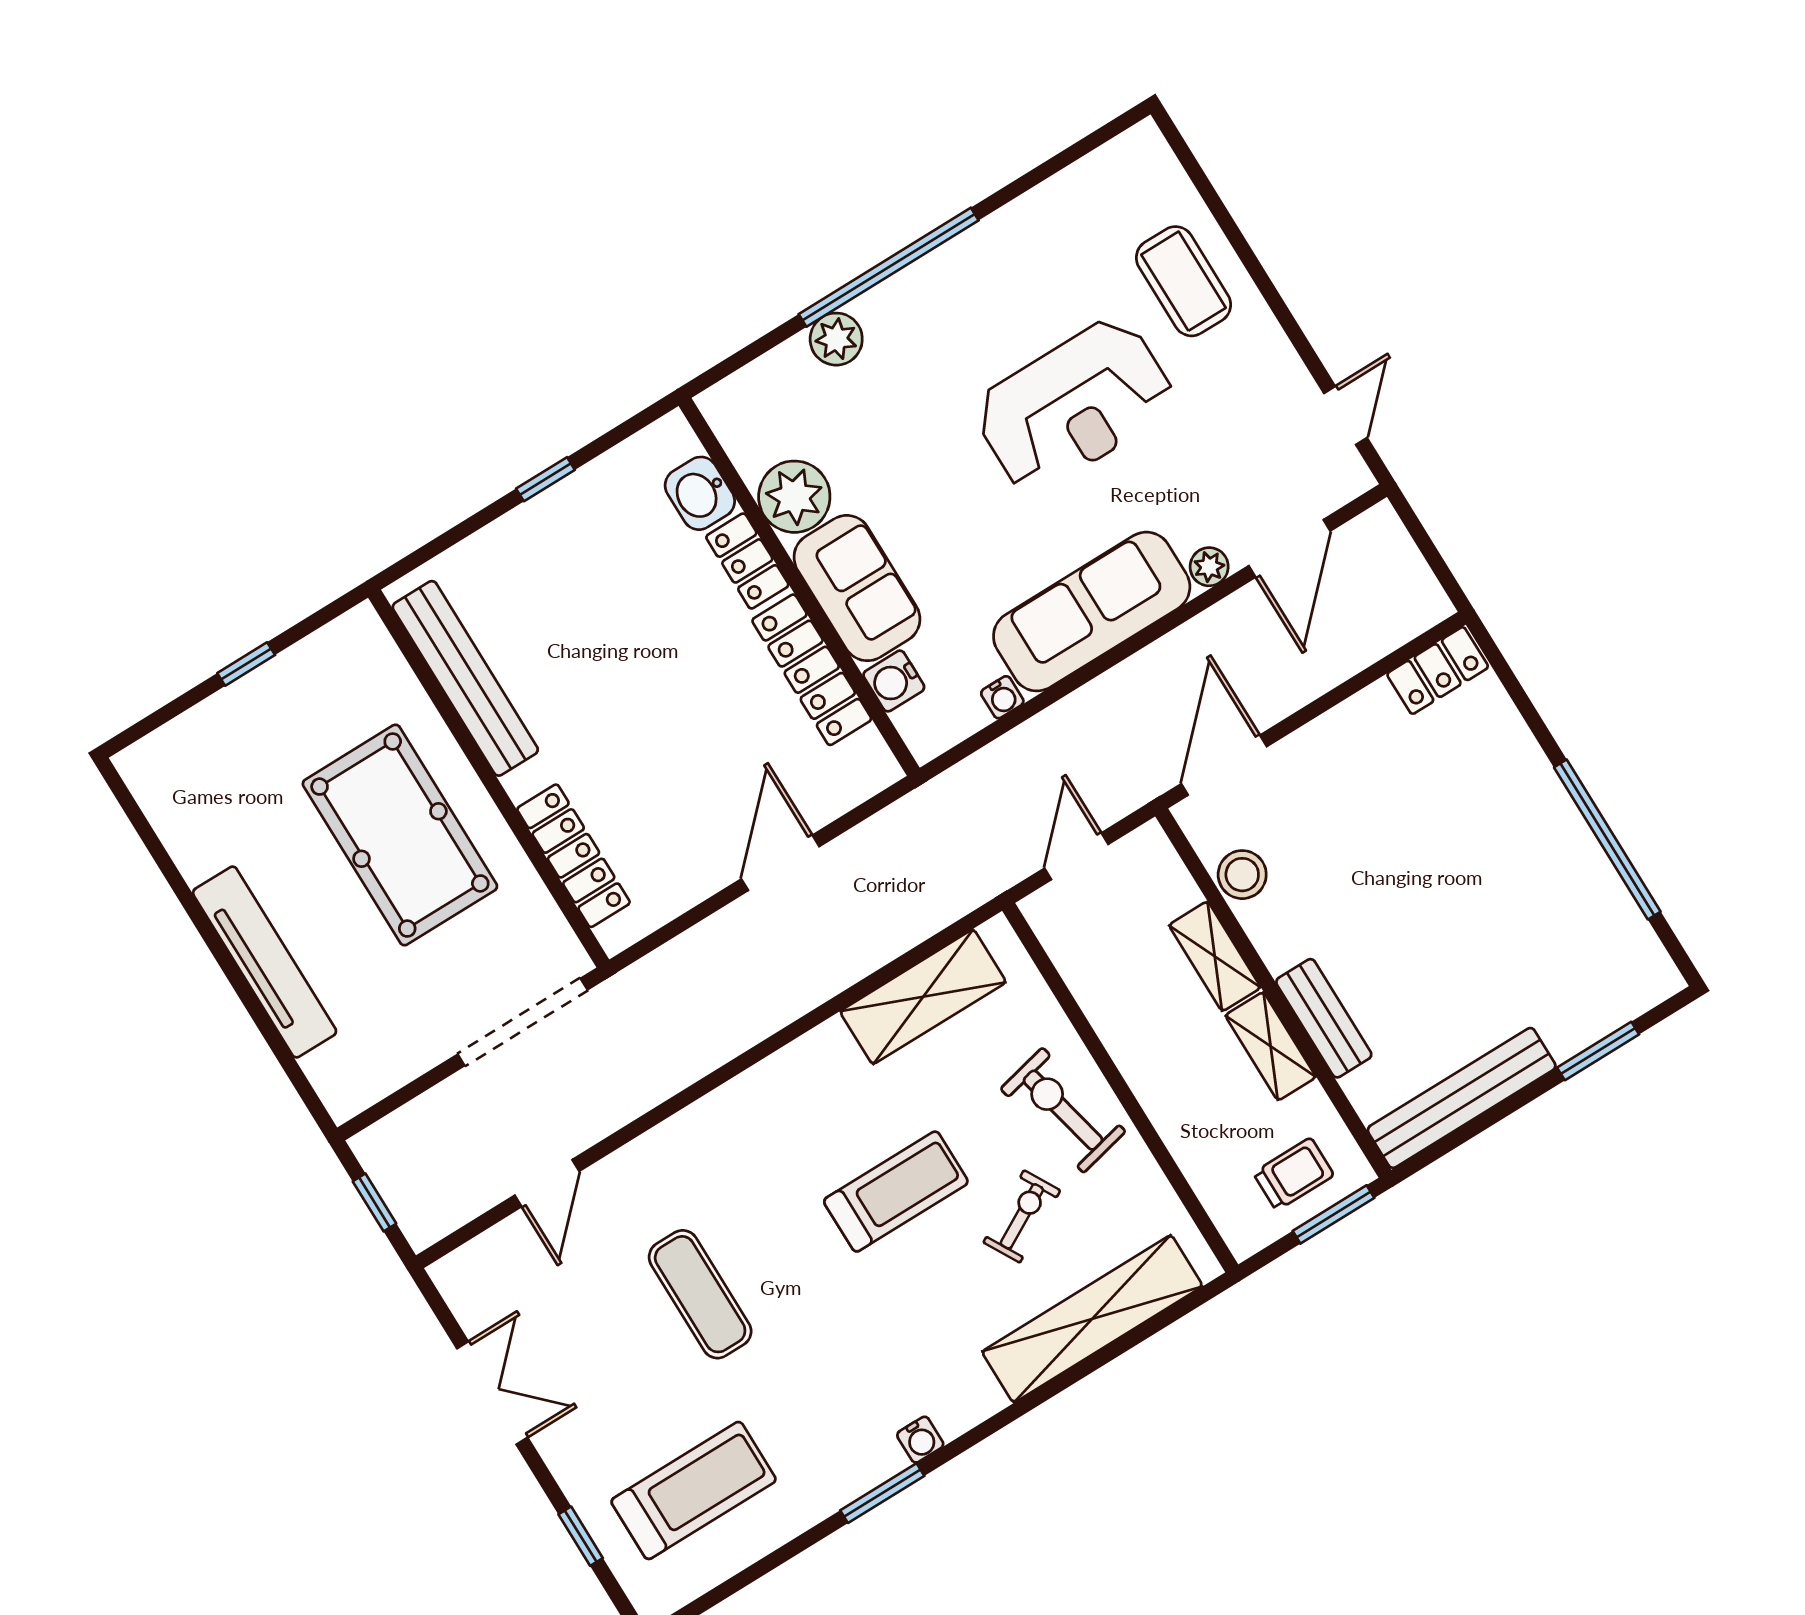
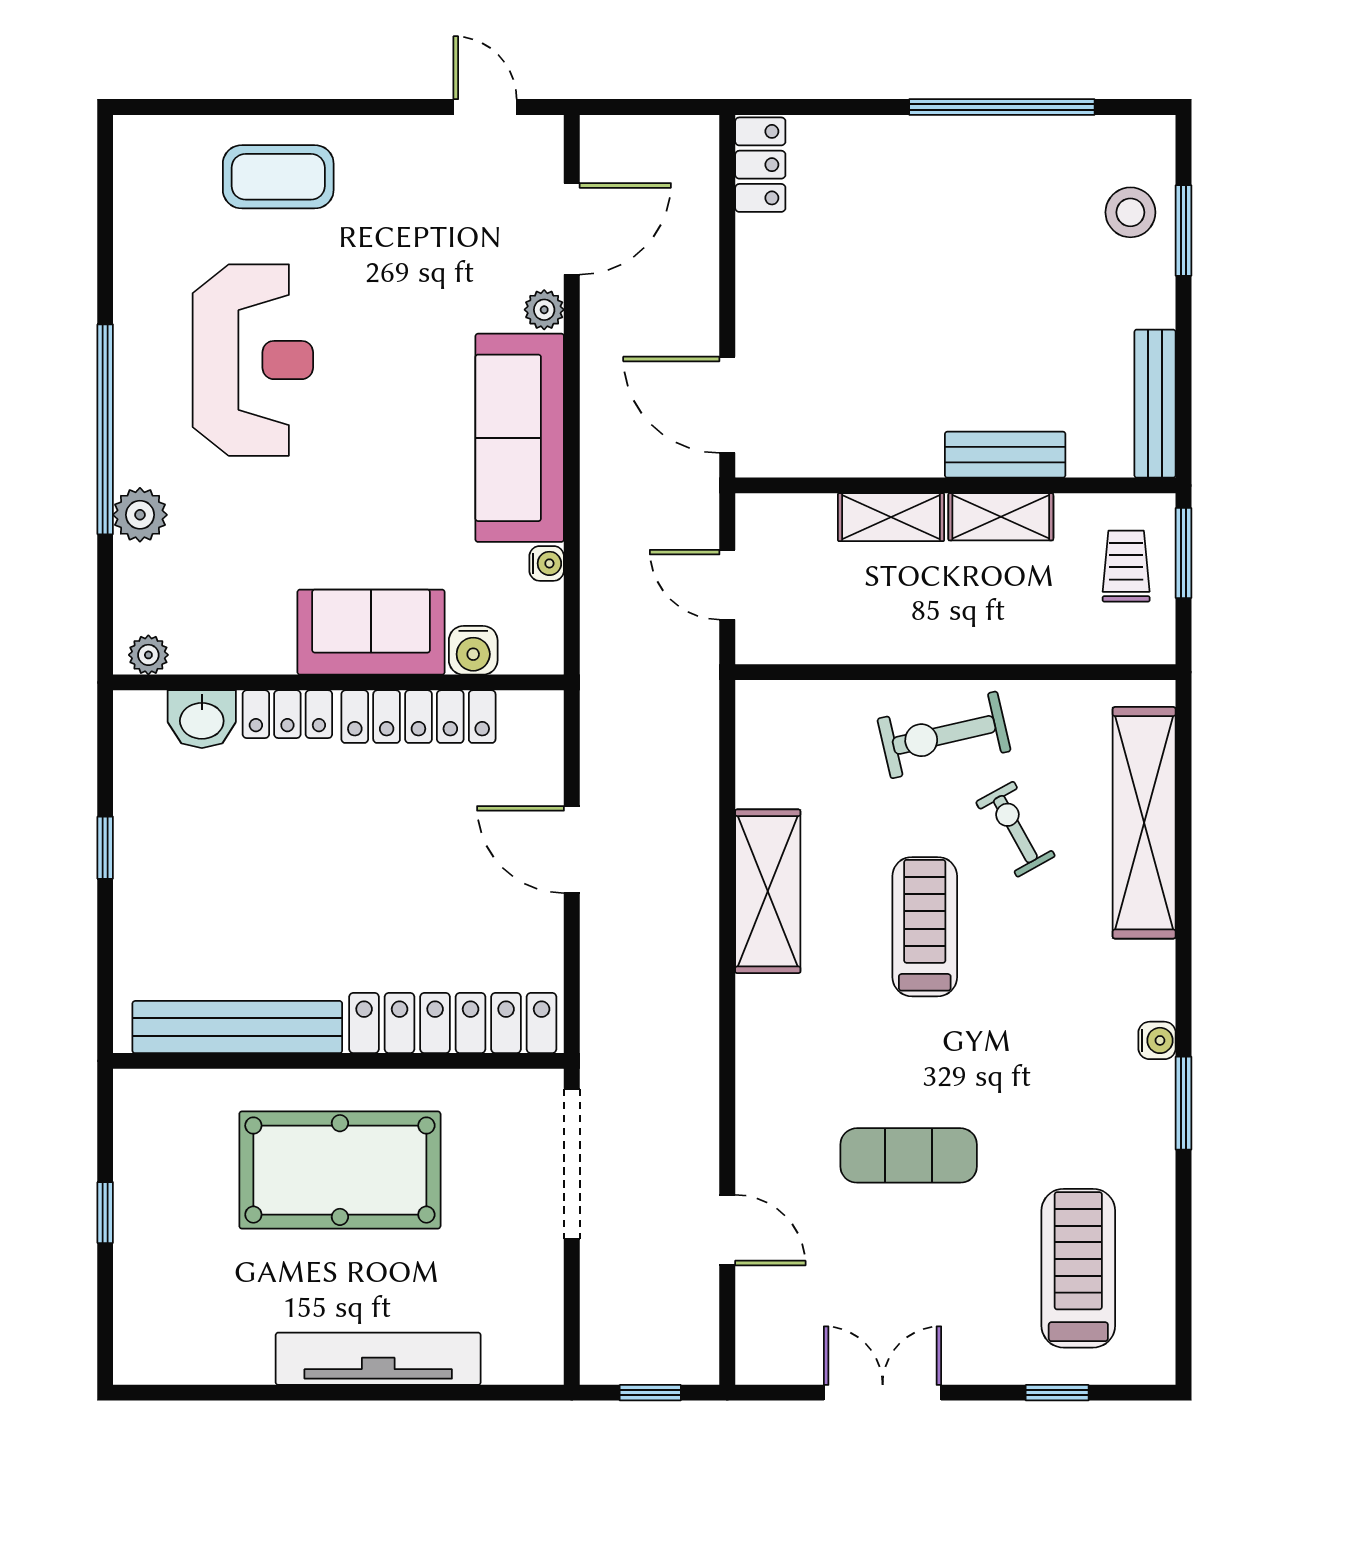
reception desk: (1074, 405) -> (253, 360), moved
plant: (794, 497) -> (148, 655), moved, width x0.53, depth x0.53
door: (1290, 548) -> (572, 229), hinge flipped
locker: (573, 856) -> (453, 1023), width x1.41, depth x1.21
stool: (1242, 875) -> (1130, 212), moved
shelving: (923, 997) -> (768, 891), moved
bench: (1462, 1098) -> (1155, 404), width x0.73, depth x0.82

